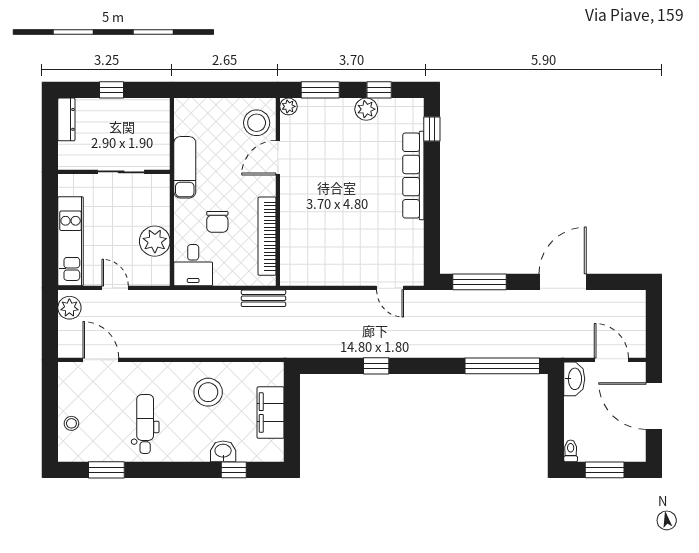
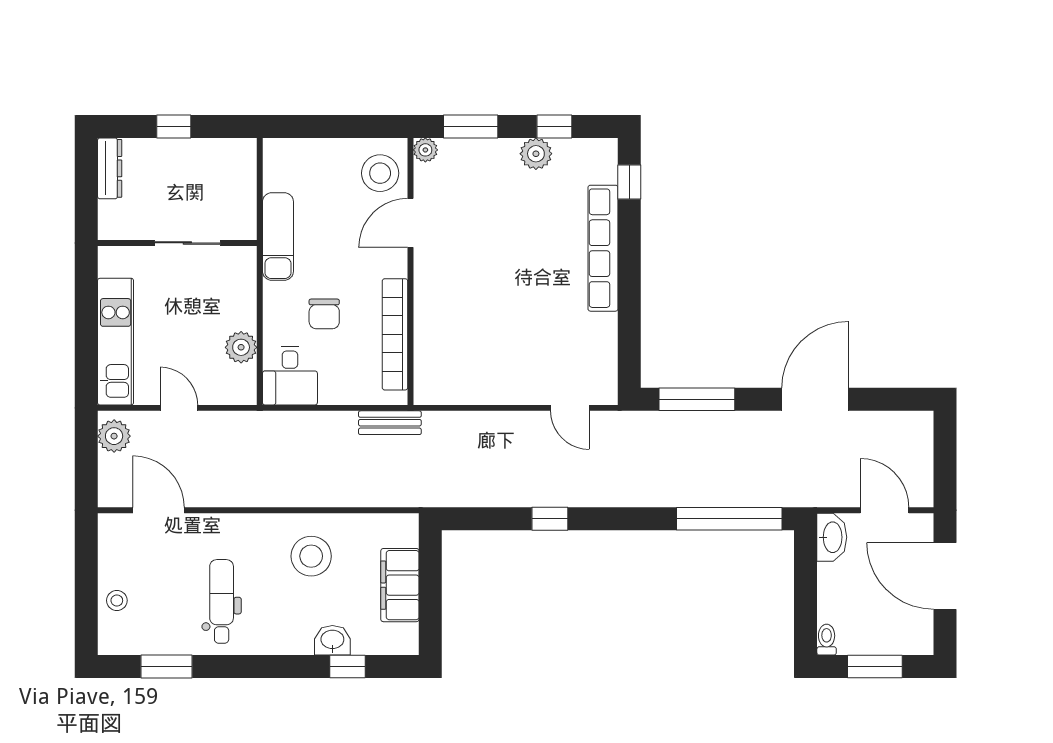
plant: (155, 241) -> (241, 347), width x0.73, depth x0.73

